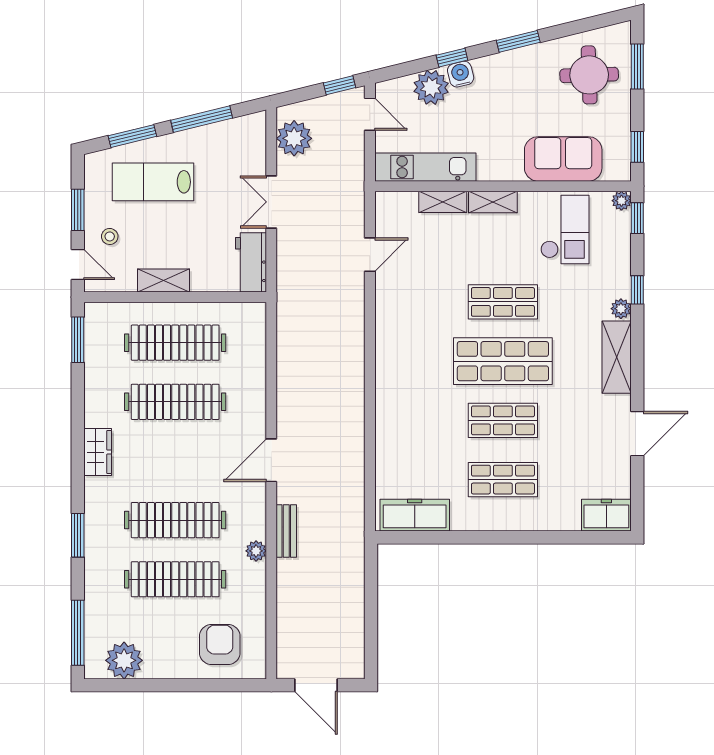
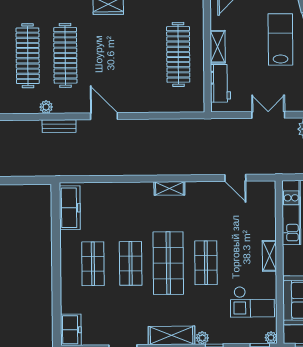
shelving: (443, 202) -> (169, 188), moved, turned 90
stool: (110, 236) -> (245, 12), removed
workbench: (251, 262) -> (220, 83), moved, turned 90
clothes rail: (175, 402) -> (141, 55), removed

